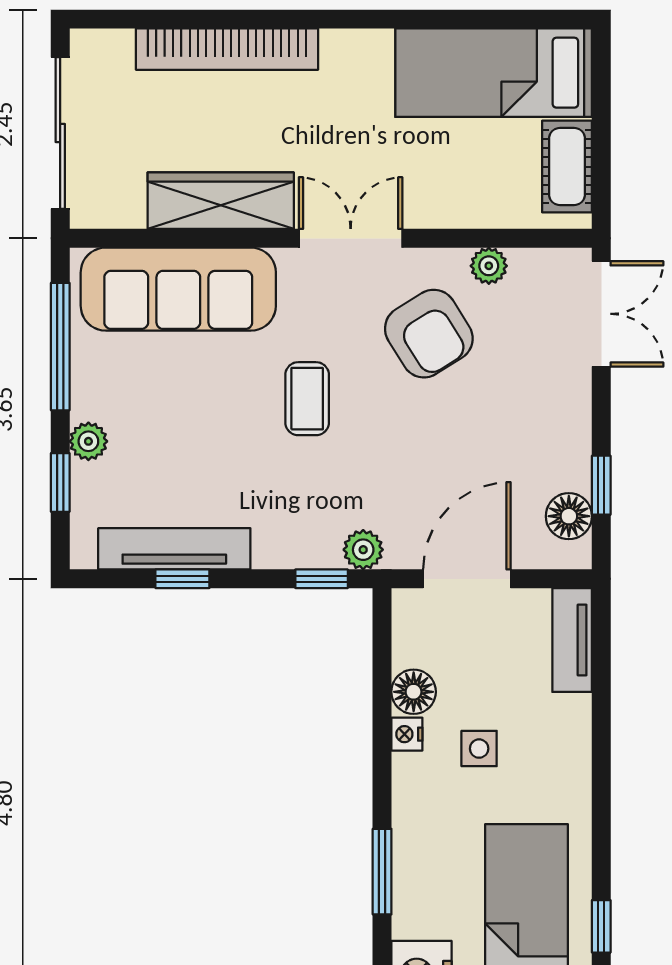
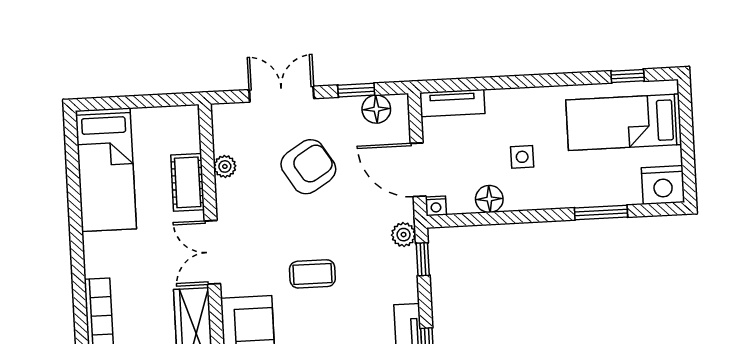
cot: (567, 167) -> (188, 182), moved, turned 90
double door: (601, 314) -> (282, 94), moved
armchair: (429, 334) -> (308, 167), moved
nightstand: (407, 734) -> (436, 206), moved

